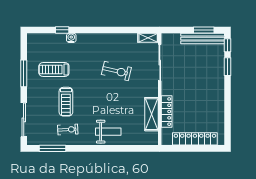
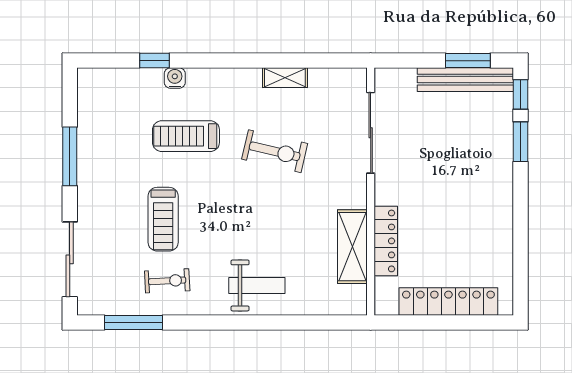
shelving: (148, 38) -> (285, 78), moved
treadmill: (54, 69) -> (186, 136), moved

